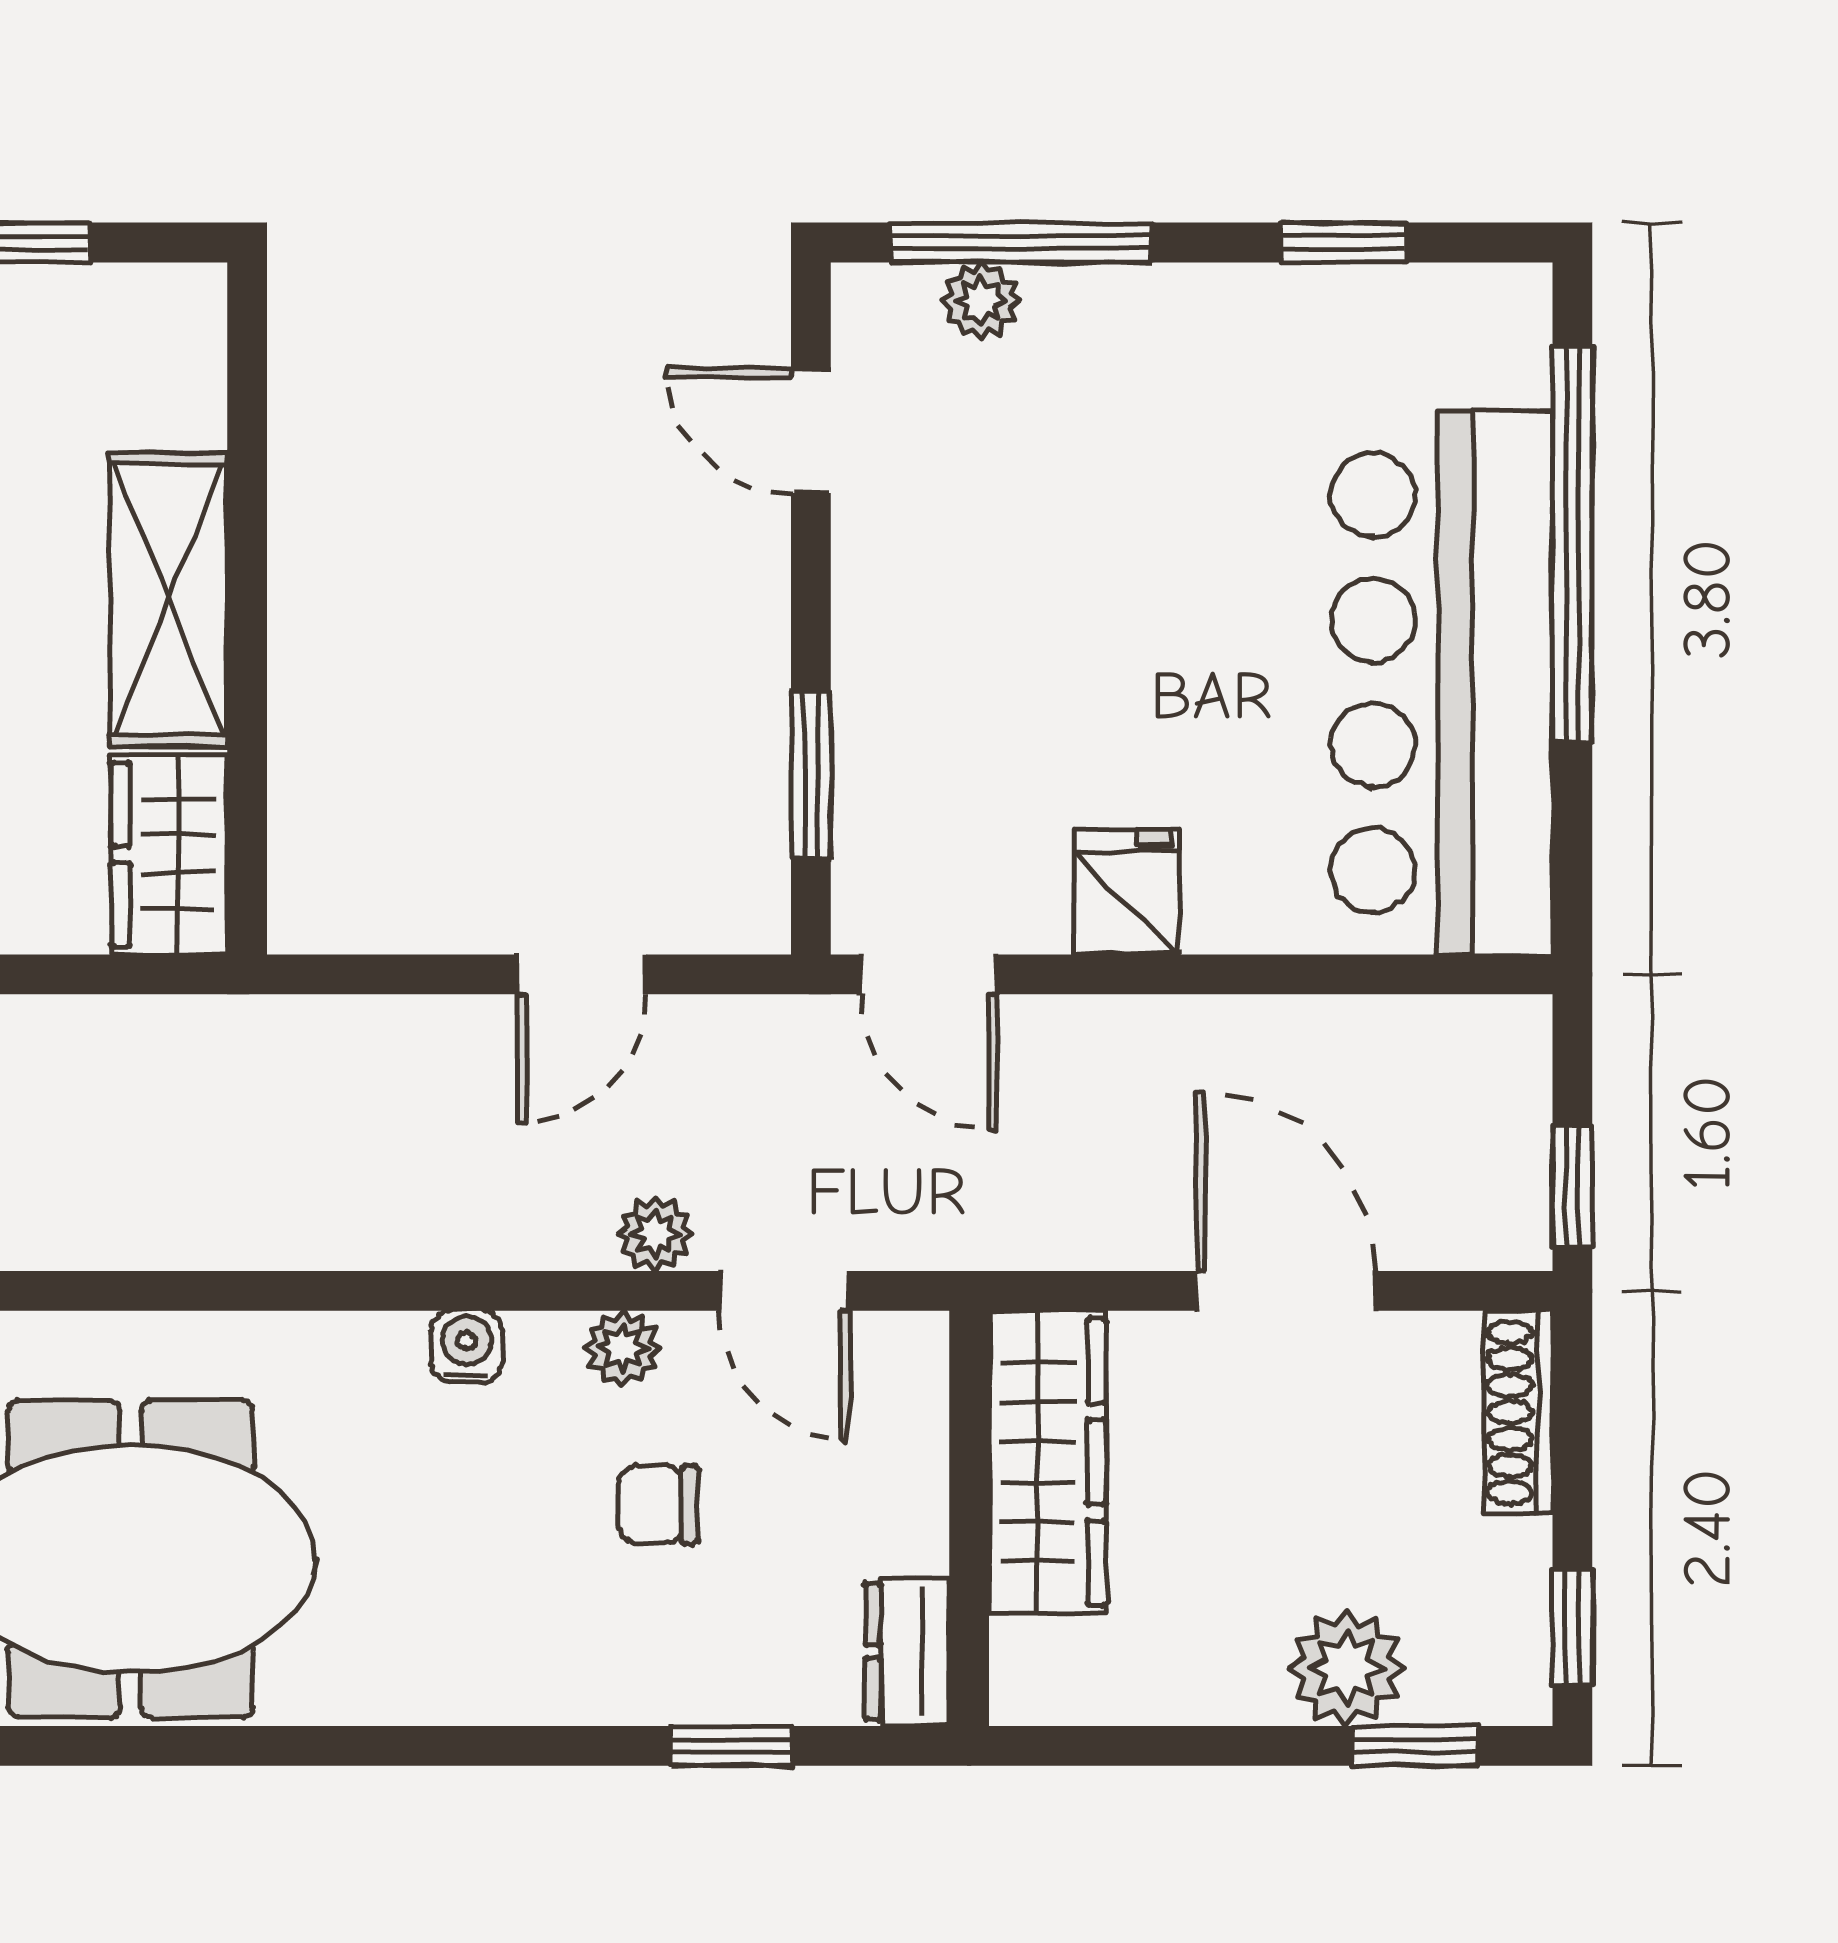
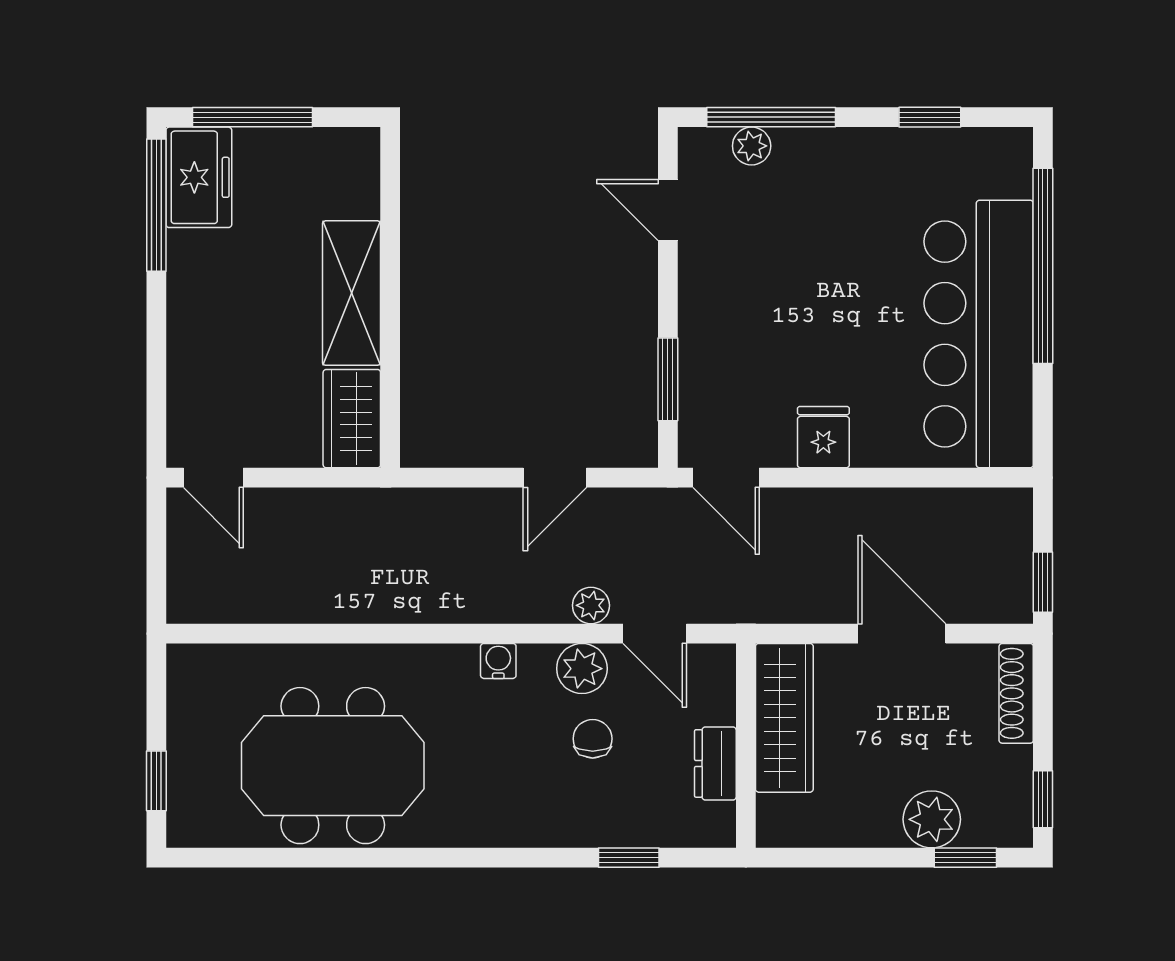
plant: (623, 1348) -> (582, 669), width x1.38, depth x1.38
chair: (658, 1504) -> (593, 739), turned 90
dresser: (907, 1652) -> (715, 763), moved

